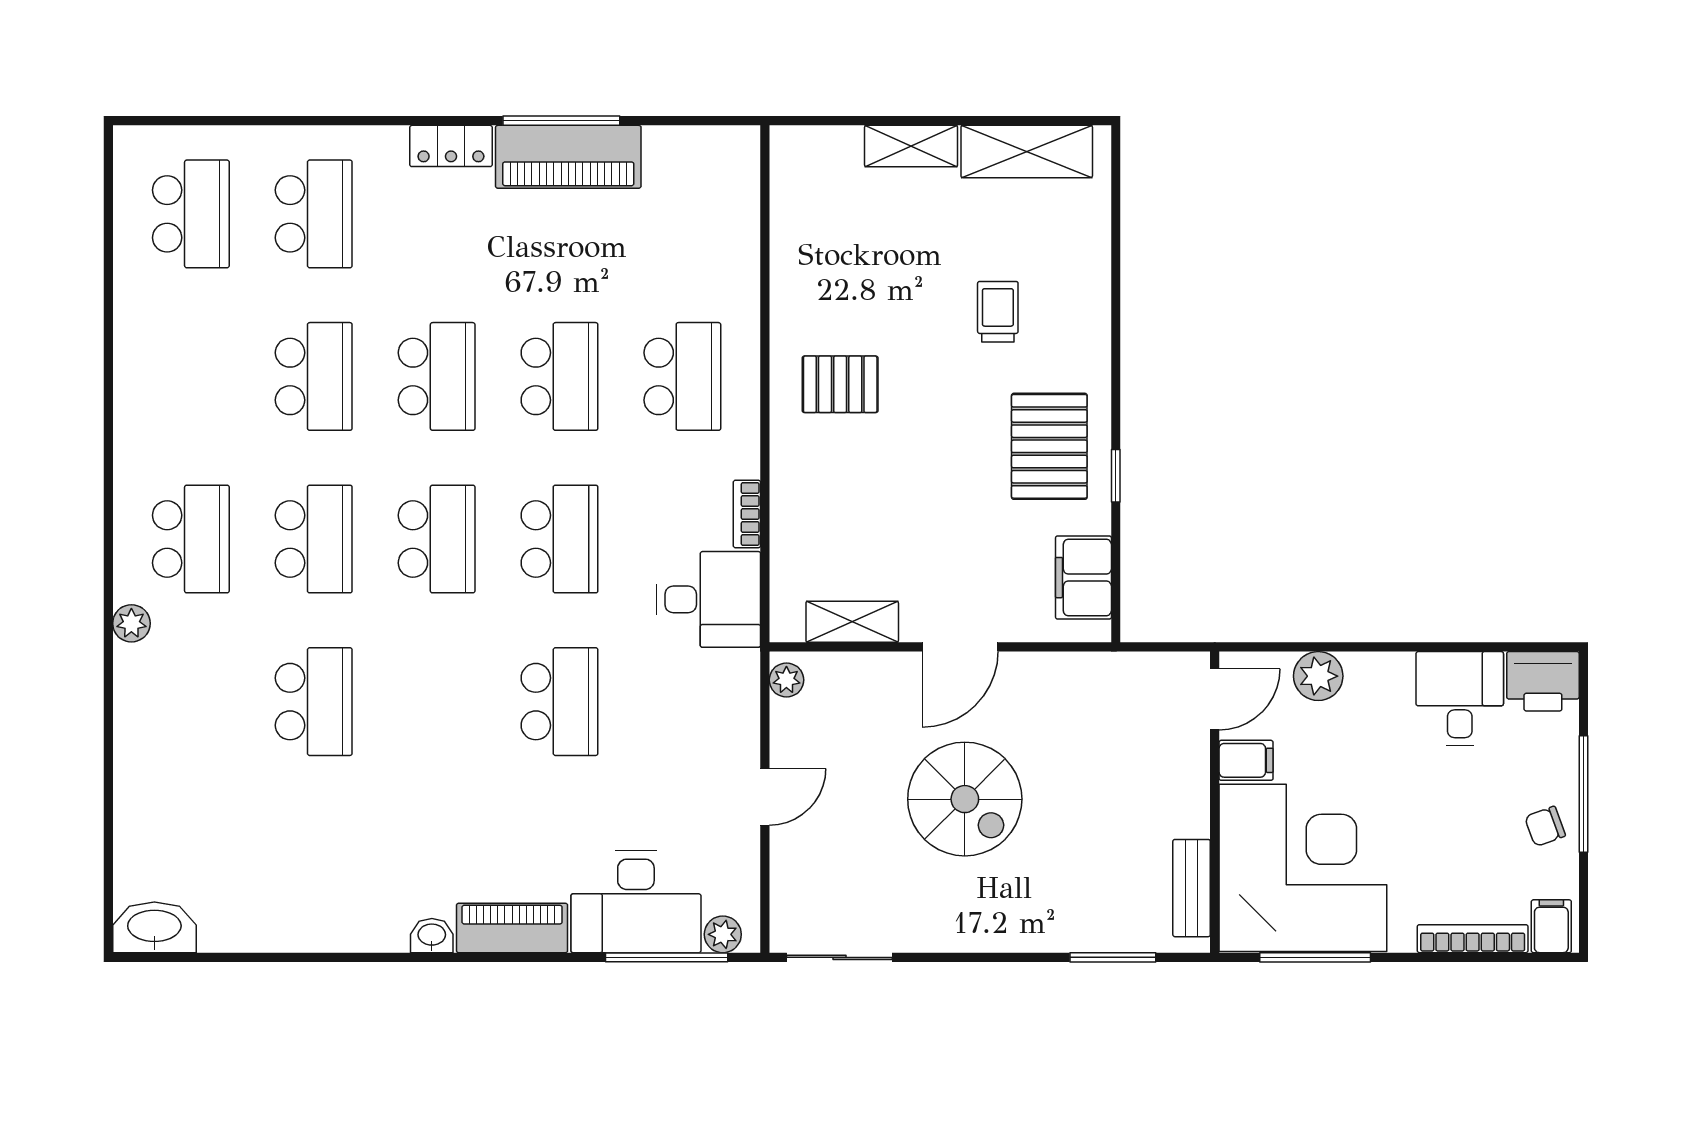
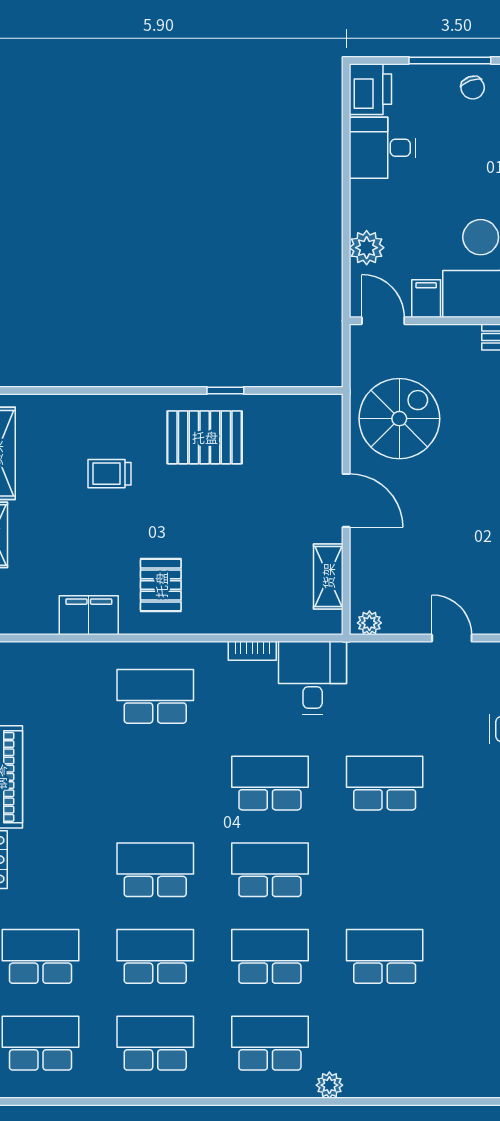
school desk: (559, 376) -> (155, 1043), moved
filing cabinet: (1083, 578) -> (89, 615), moved, turned 180
spiral stairs: (965, 799) -> (399, 419), moved

